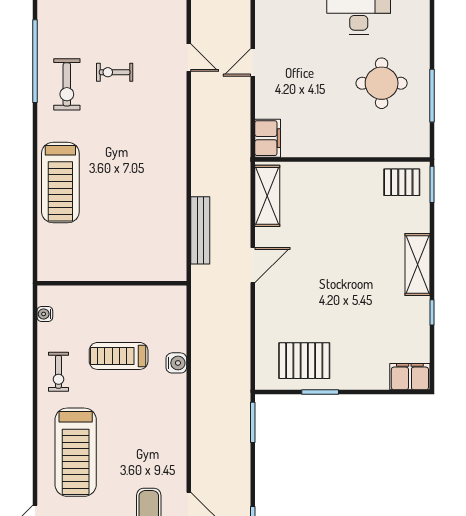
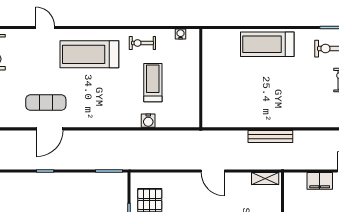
filing cabinet: (268, 138) -> (320, 181), moved
shelving: (267, 196) -> (265, 179), width x0.67, depth x0.75
bench: (200, 230) -> (270, 136), moved

